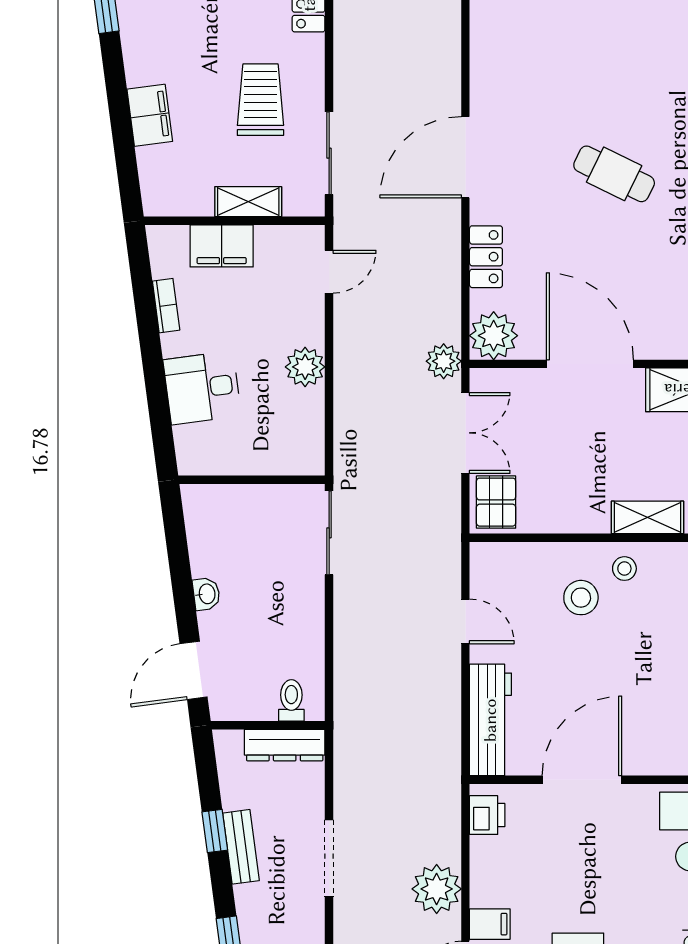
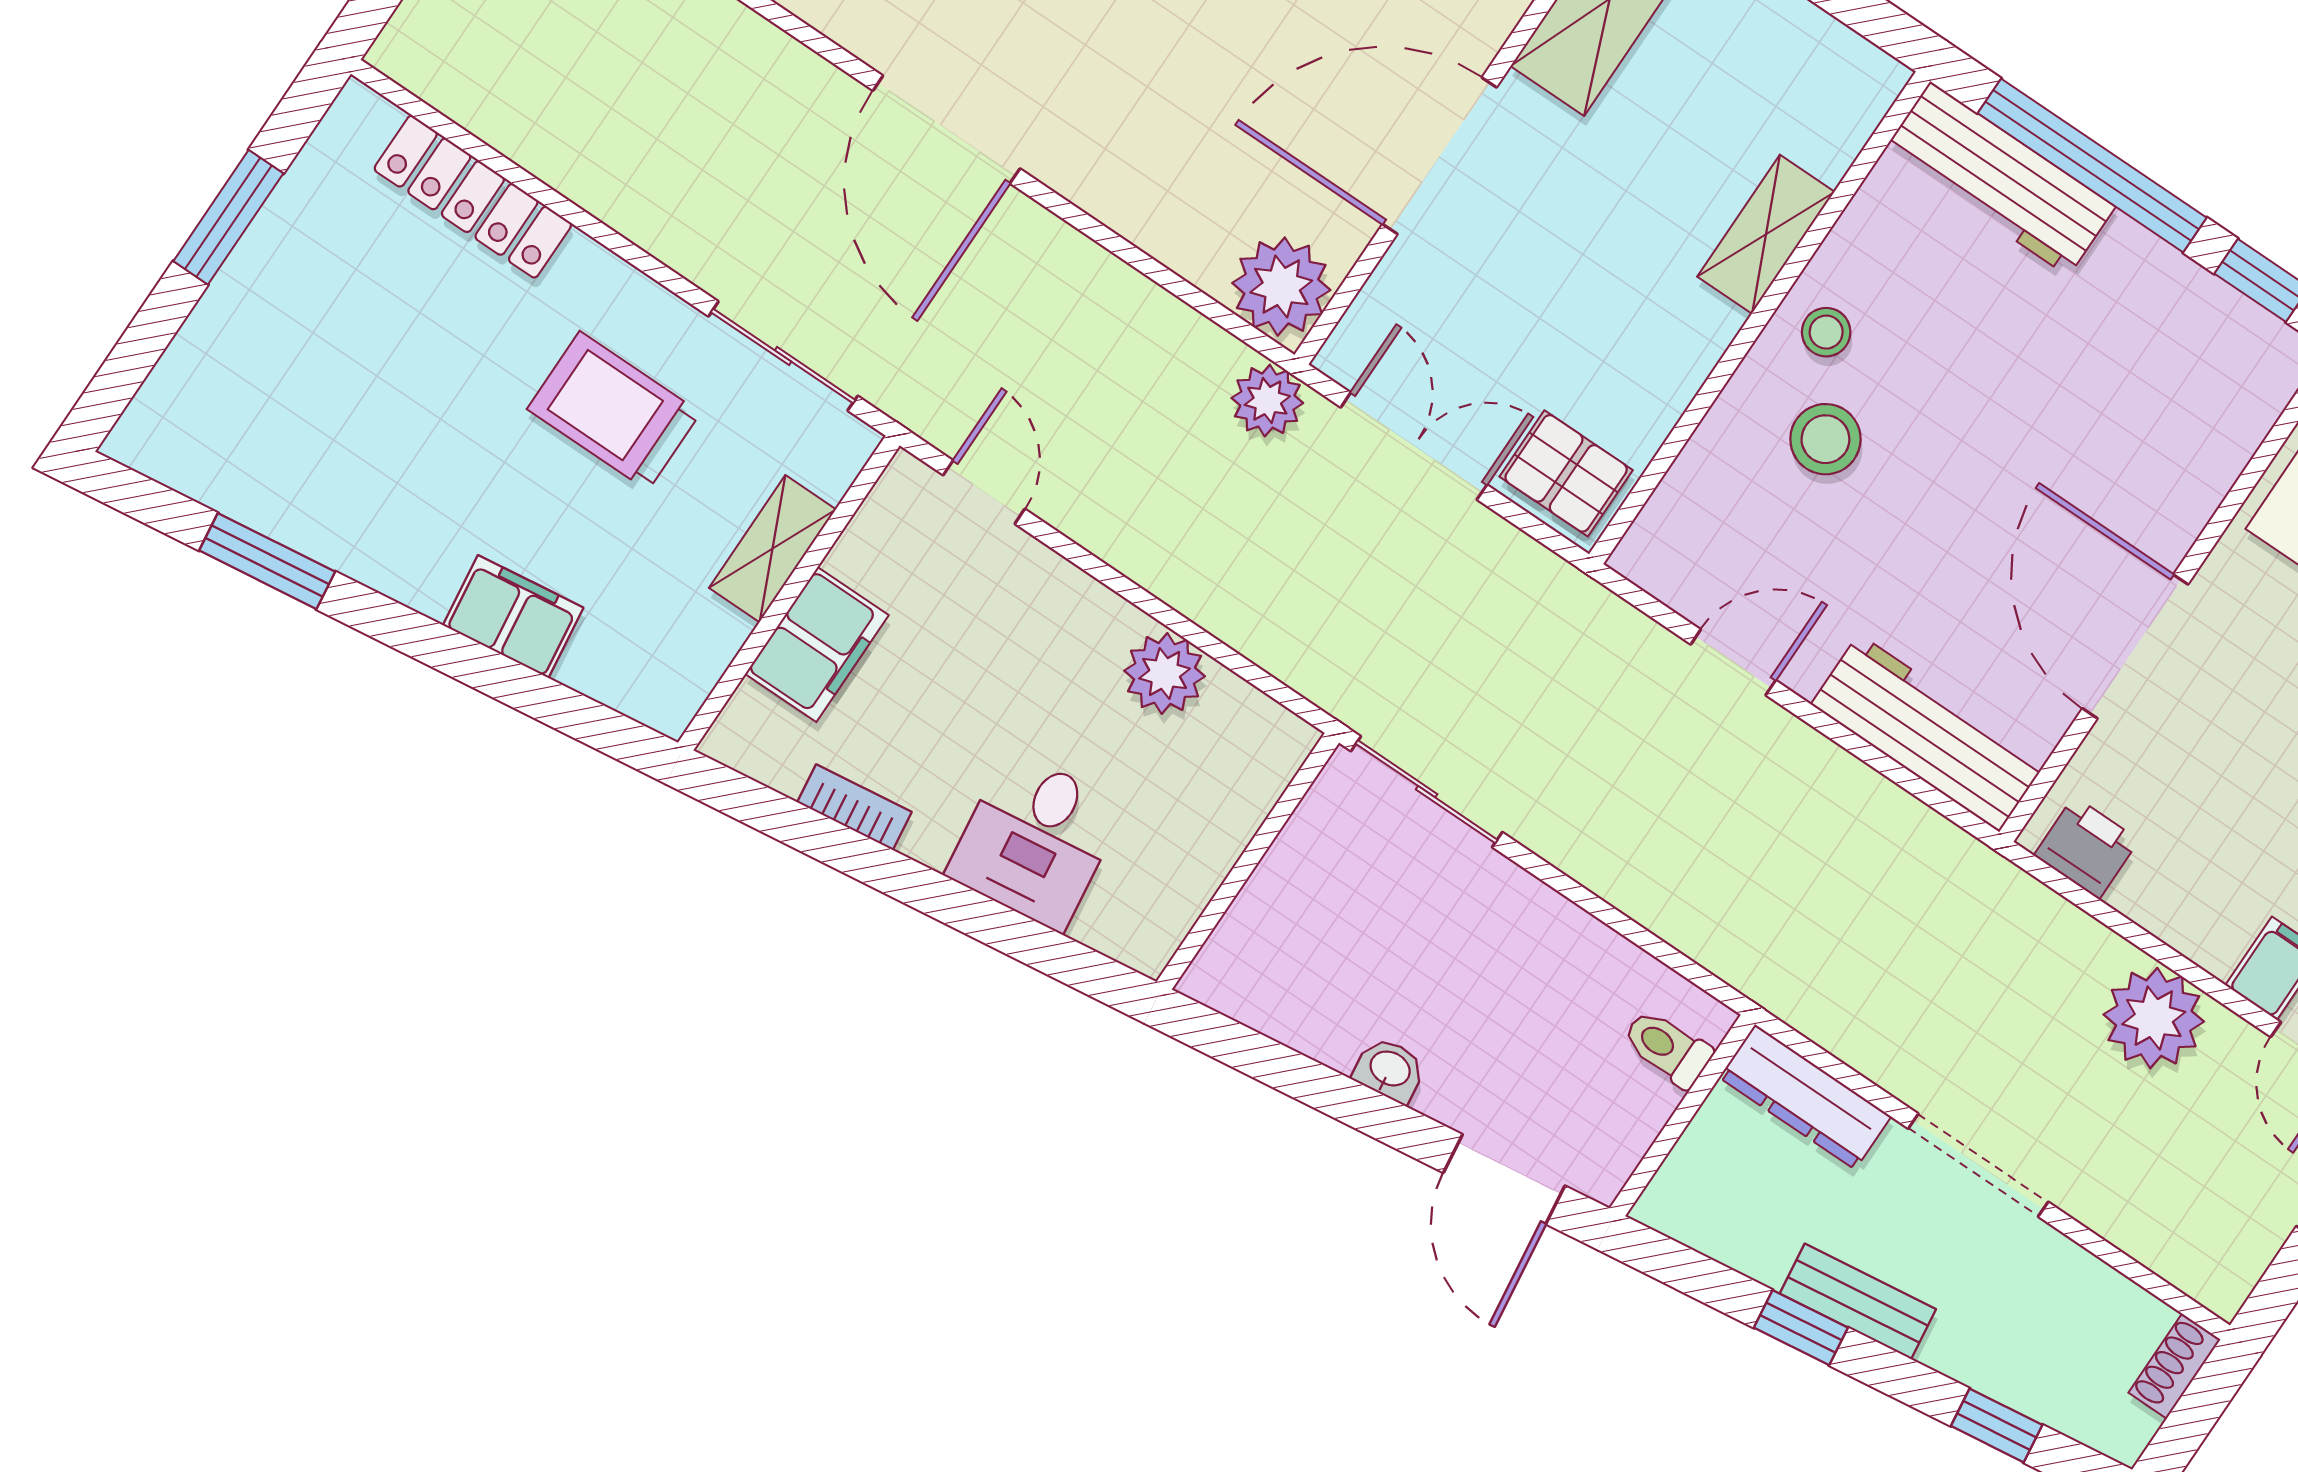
locker: (486, 257) -> (1139, 209), removed
plant: (305, 367) -> (1165, 674), moved
dresser: (285, 745) -> (1805, 1097), moved, turned 90

